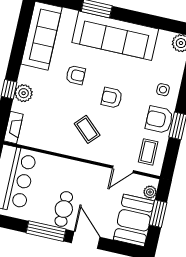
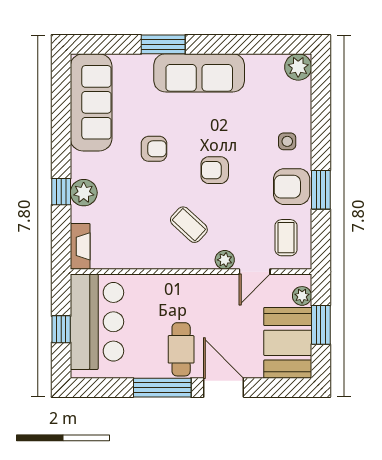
sofa: (115, 36) -> (199, 73), width x0.74, depth x0.79
plant: (105, 157) -> (225, 260), added

